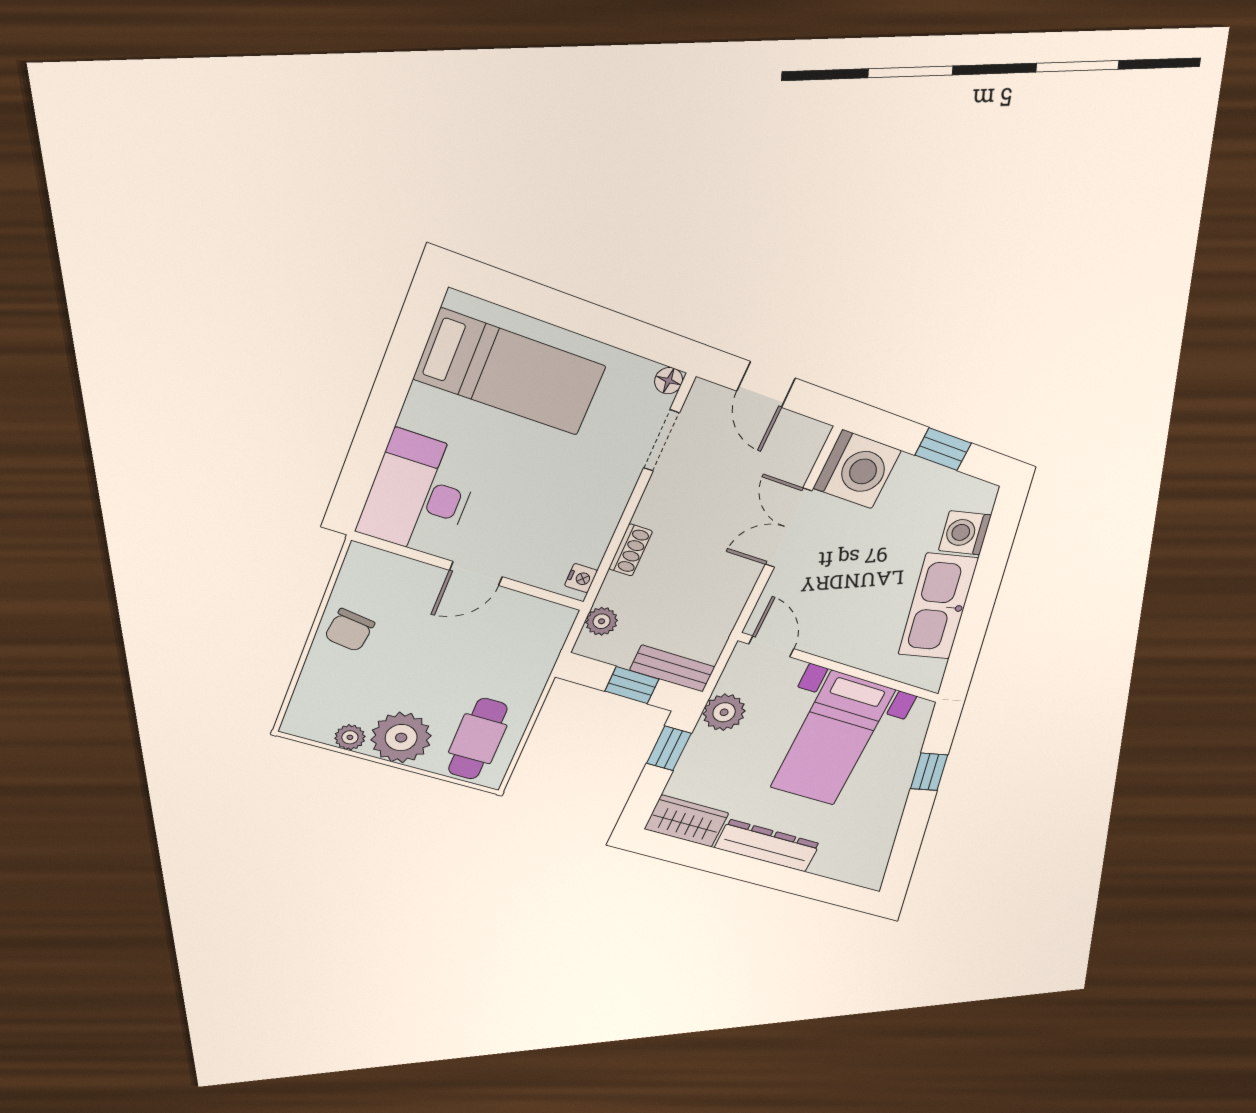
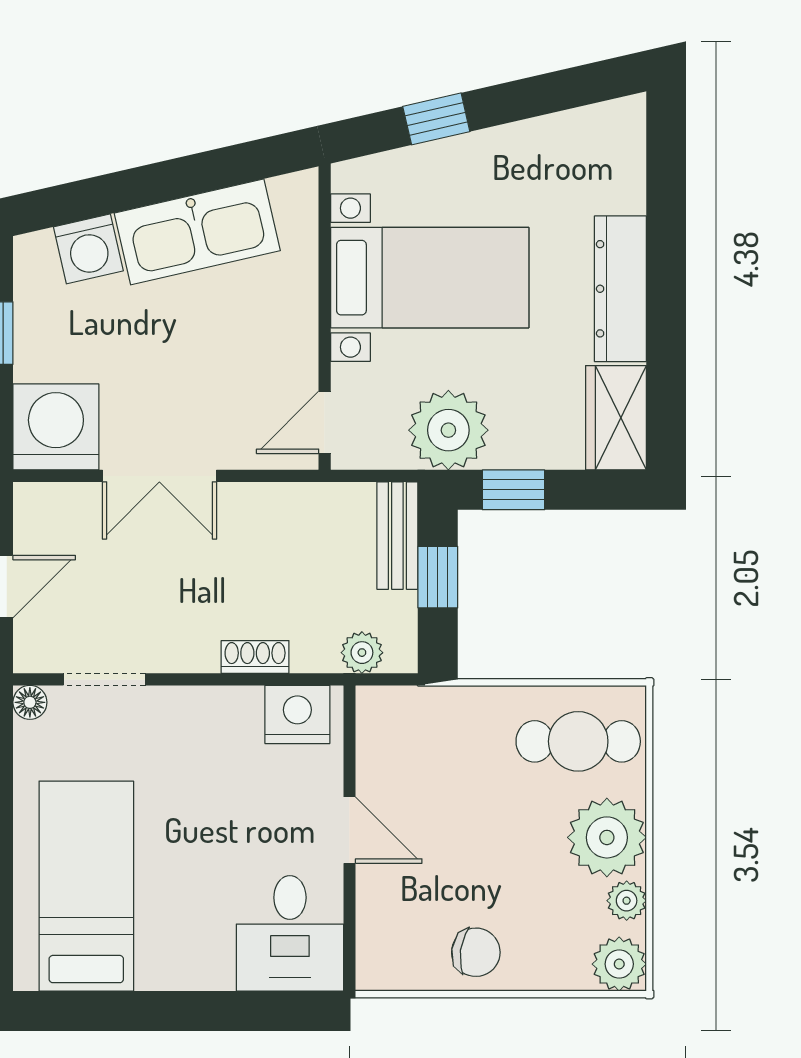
desk: (419, 494) -> (290, 933), width x0.73
nightstand: (581, 578) -> (297, 714), width x1.89, depth x1.79
plant: (724, 712) -> (448, 430), width x1.36, depth x1.36
plant: (305, 720) -> (619, 964), added

